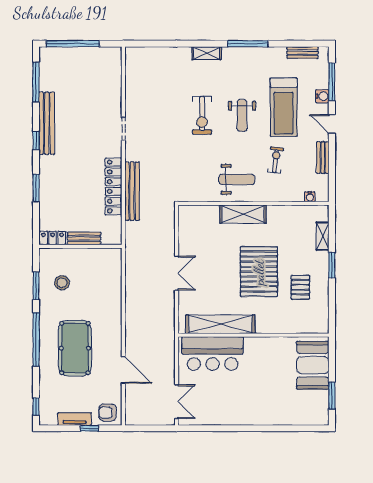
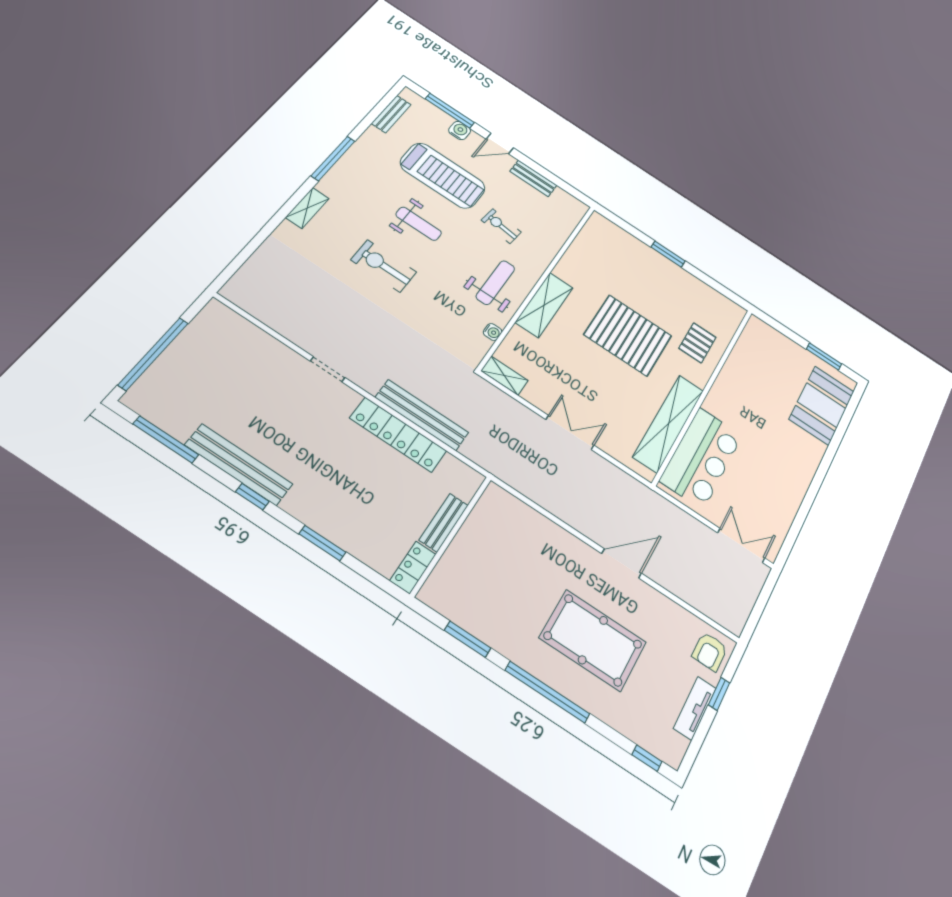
exercise bike: (202, 115) -> (384, 266), turned 180
water cooler: (310, 197) -> (493, 332), moved
shelving: (323, 236) -> (504, 376), moved
stool: (62, 283) -> (487, 597), removed
pallet: (300, 287) -> (697, 343), moved, turned 90
booth: (313, 365) -> (822, 405), moved, turned 90
door: (123, 370) -> (622, 563), moved

